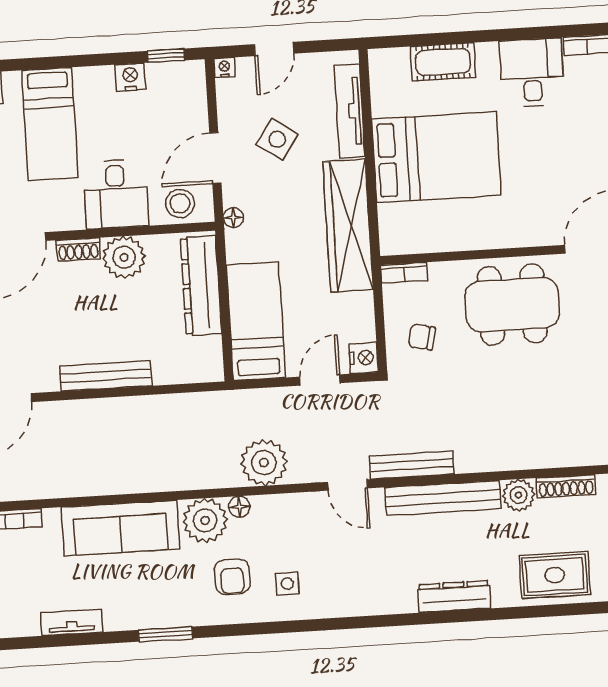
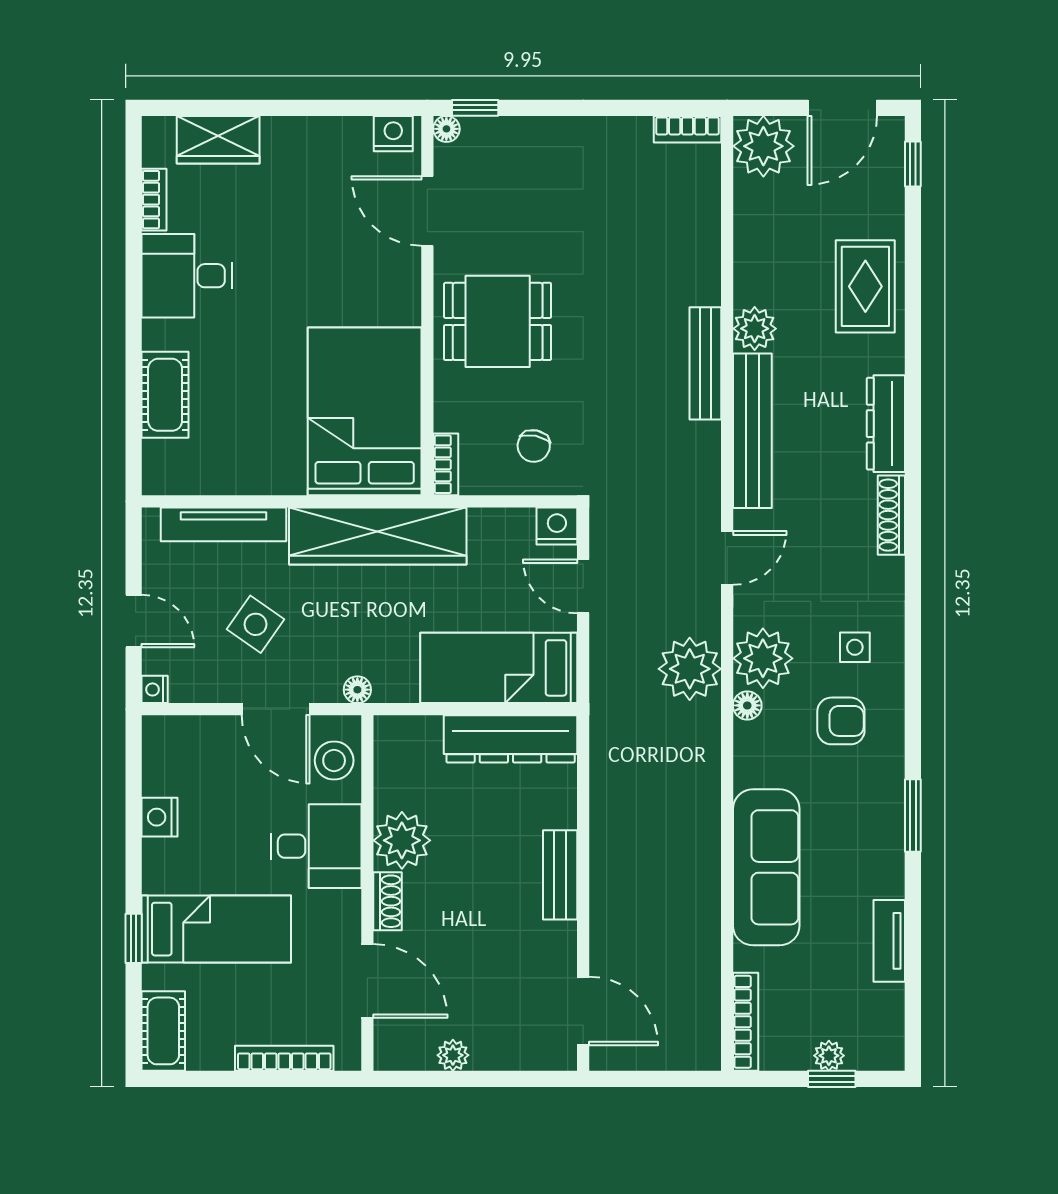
window: (166, 56) -> (134, 938), moved
bed: (436, 157) -> (365, 411), moved
dresser: (201, 286) -> (511, 739), moved
dining table: (512, 305) -> (498, 321), width x0.73
bench: (106, 376) -> (560, 875), width x0.73
bench: (412, 465) -> (705, 363), moved
shoe rack: (566, 486) -> (891, 515), moved, turned 180
plant: (205, 520) -> (763, 658), moved

